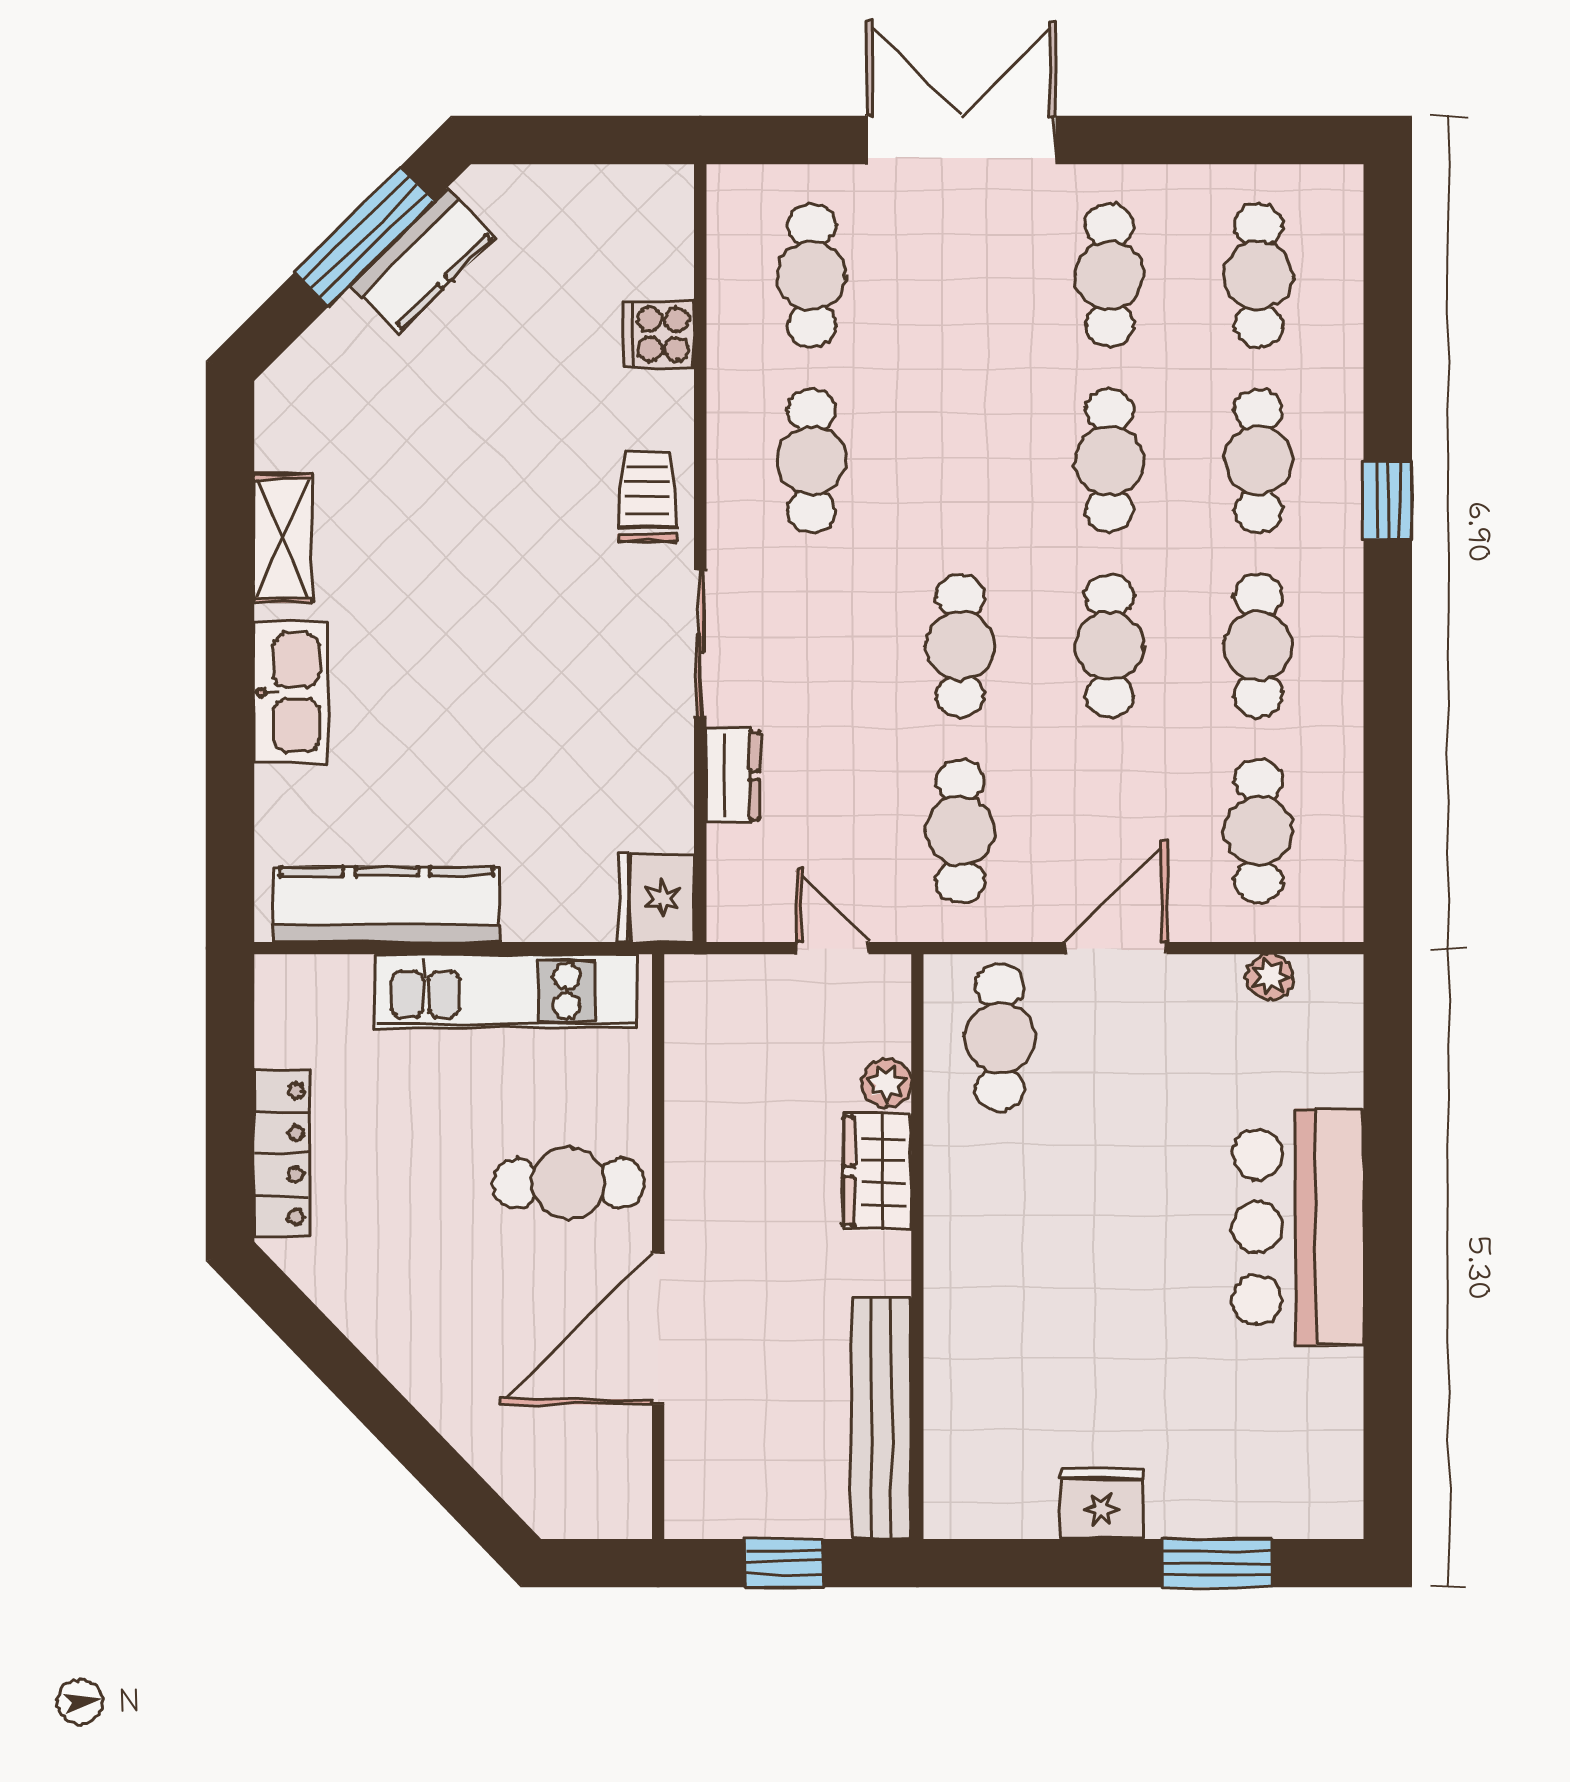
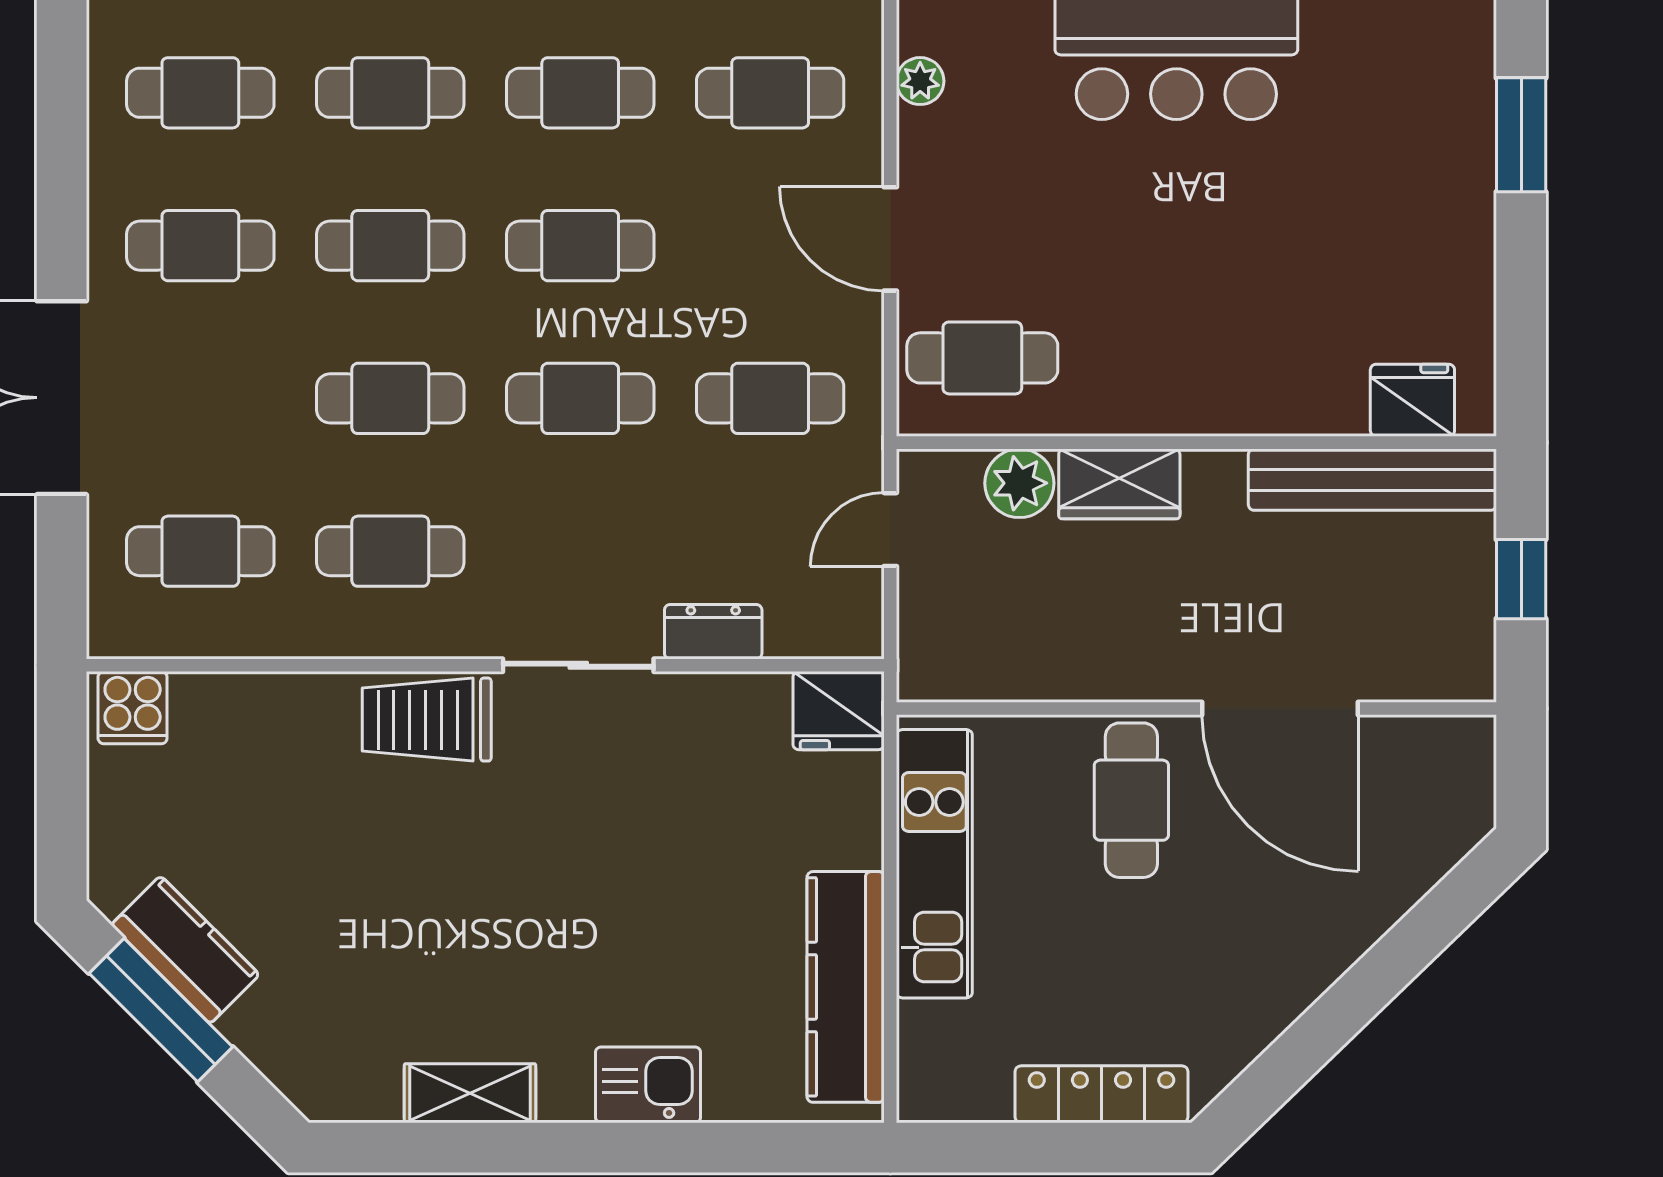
cooker: (659, 334) -> (133, 708), moved
cafe table: (960, 460) -> (390, 398), added
trolley: (647, 496) -> (427, 720), width x1.36, depth x1.39
kitchen sink: (291, 693) -> (648, 1085), width x0.73
plant: (887, 1083) -> (1019, 483), width x1.38, depth x1.38
fridge: (1101, 1504) -> (1412, 400), moved, turned 90

